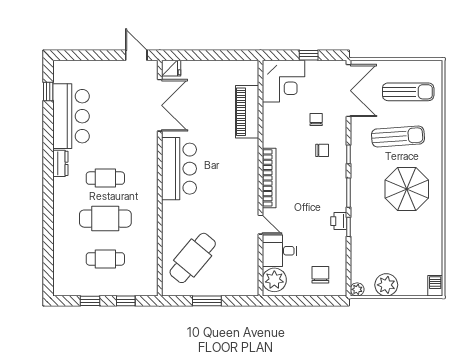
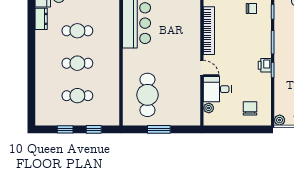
cafe table: (105, 219) -> (77, 63), width x0.73, depth x0.74
cafe table: (193, 258) -> (147, 95), turned -40
plant: (274, 280) -> (209, 108), width x0.53, depth x0.53

